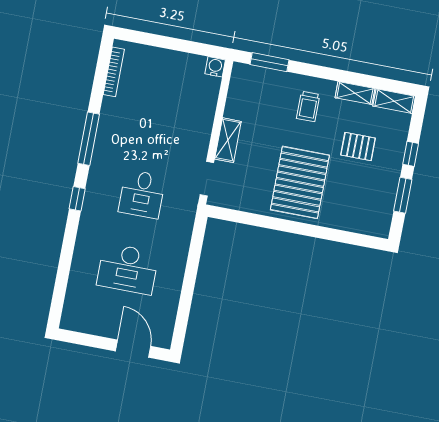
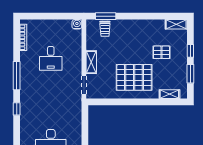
shelving: (355, 93) -> (169, 94), moved
trolley: (308, 106) -> (105, 29), moved
pallet: (300, 182) -> (134, 77), turned 90
desk: (142, 194) -> (51, 58), moved

